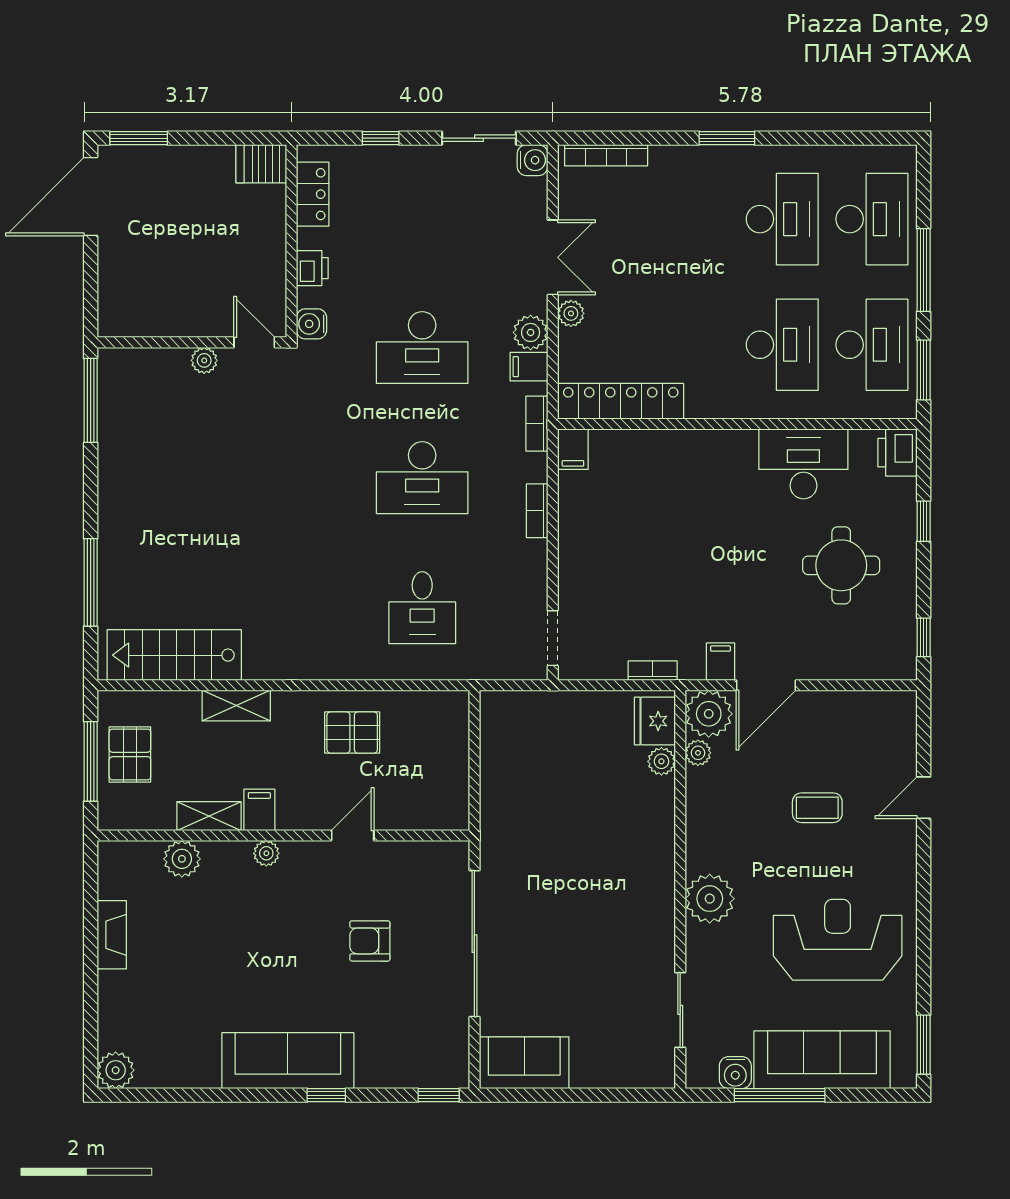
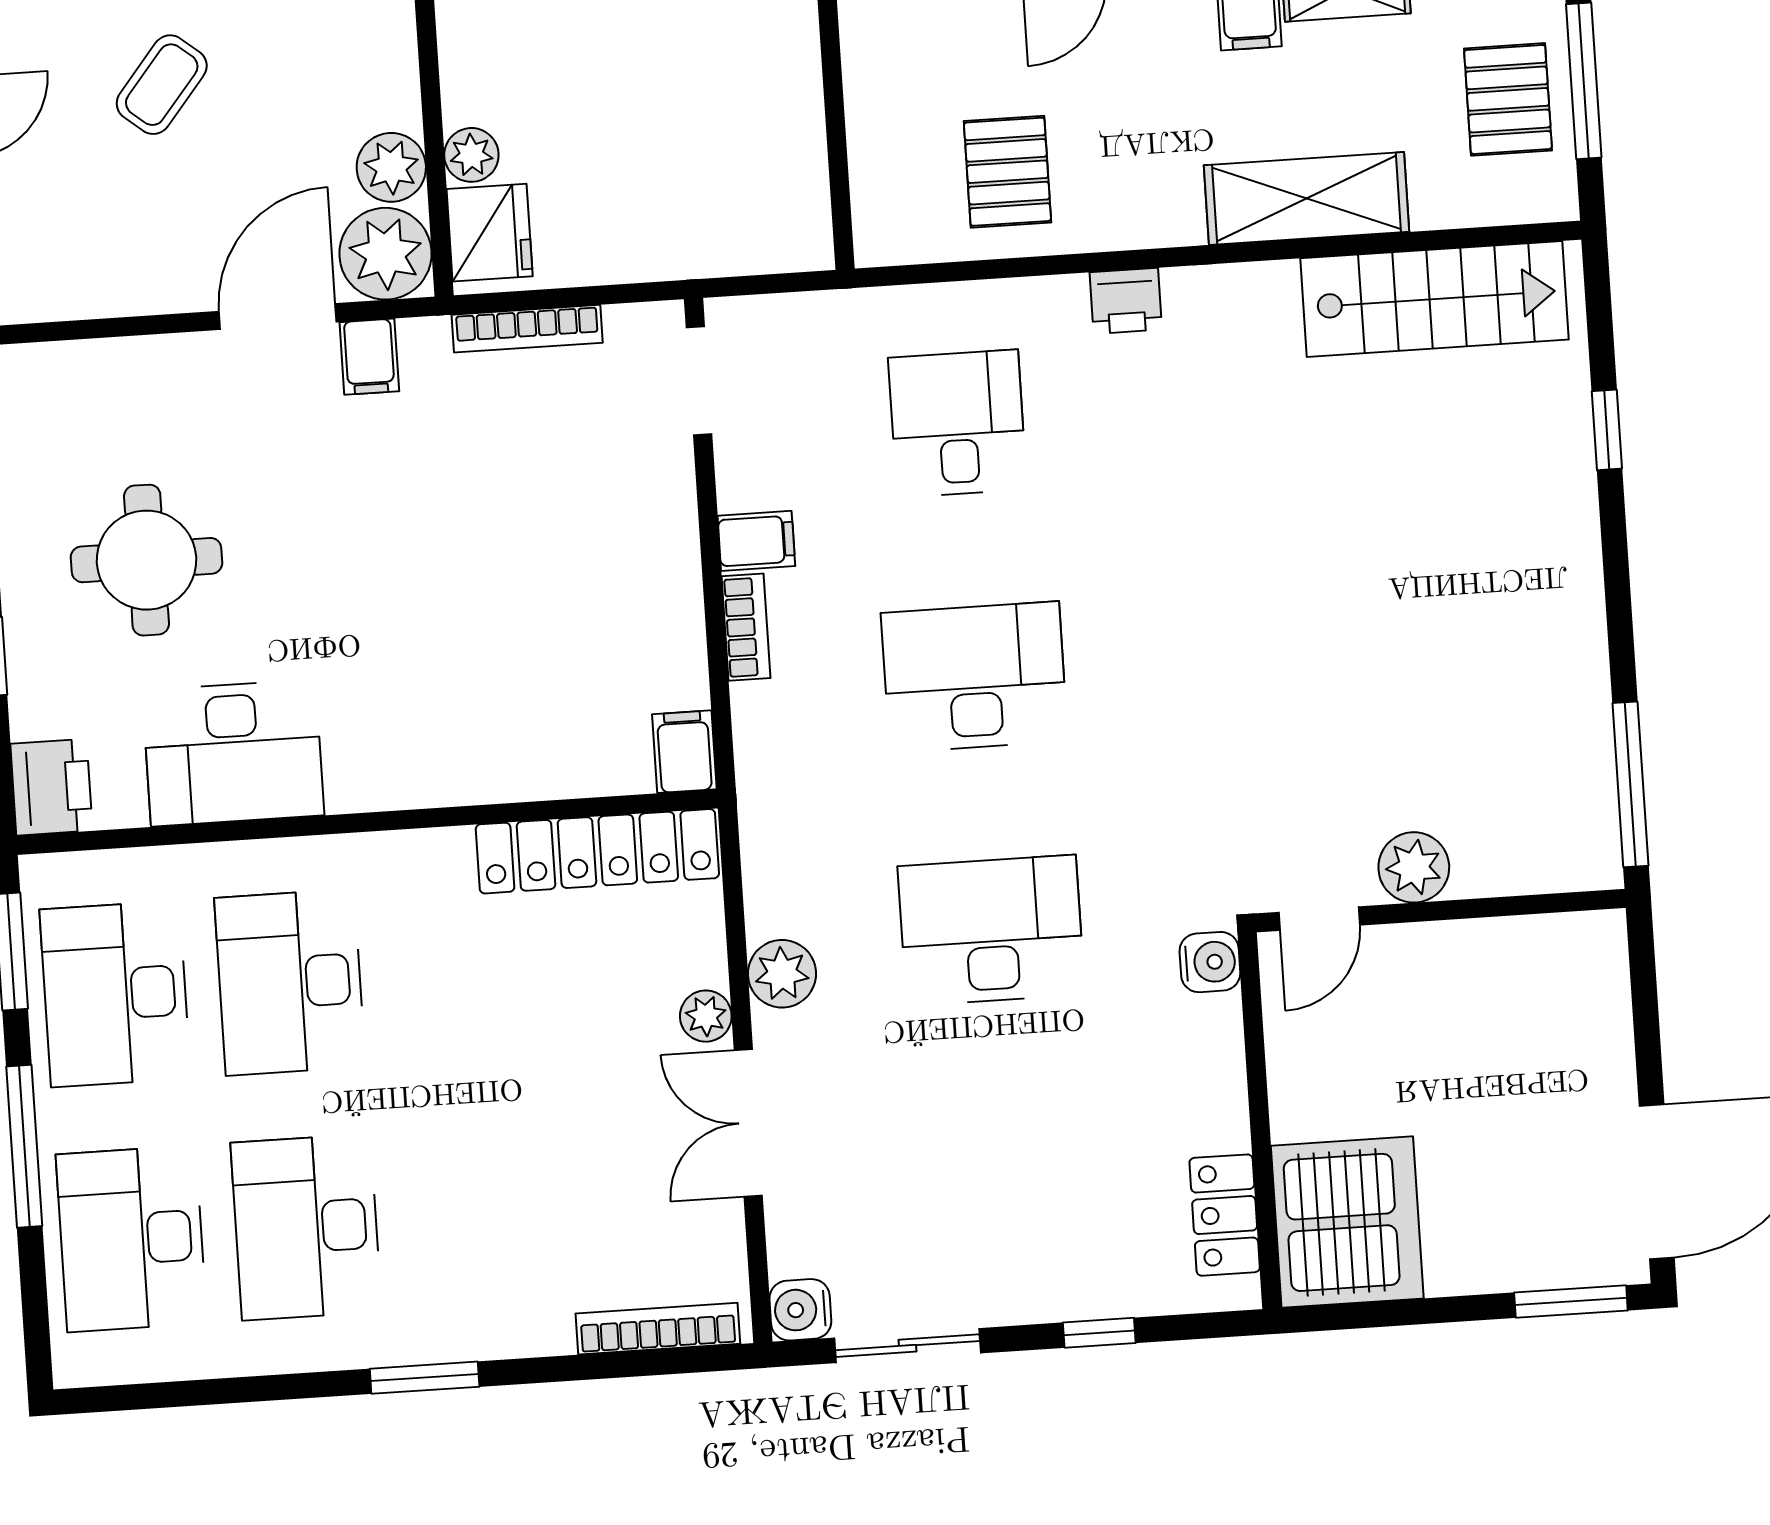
server rack: (261, 164) -> (1347, 1222), width x2.18, depth x1.44
printer: (312, 268) -> (1126, 301), moved, turned -90
door: (254, 342) -> (1319, 919), hinge flipped
plant: (204, 360) -> (1414, 867), width x1.38, depth x1.38
filing cabinet: (529, 367) -> (756, 541), moved
bookcase: (537, 424) -> (758, 797), removed
window: (91, 582) -> (1607, 430), width x0.46
bookcase: (653, 671) -> (527, 329), width x1.56
shelving: (236, 706) -> (1307, 198), width x1.50, depth x1.33
pallet: (352, 733) -> (1007, 172), moved, turned 90
plant: (698, 753) -> (391, 167), width x1.38, depth x1.38
coffee table: (817, 808) -> (162, 85), turned -51

